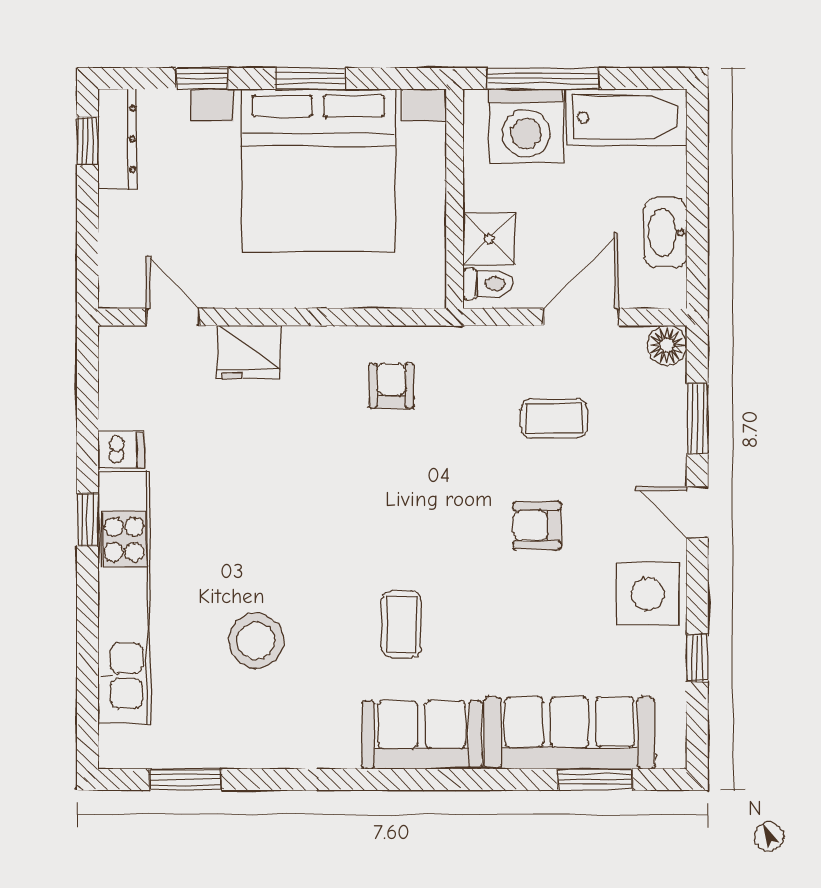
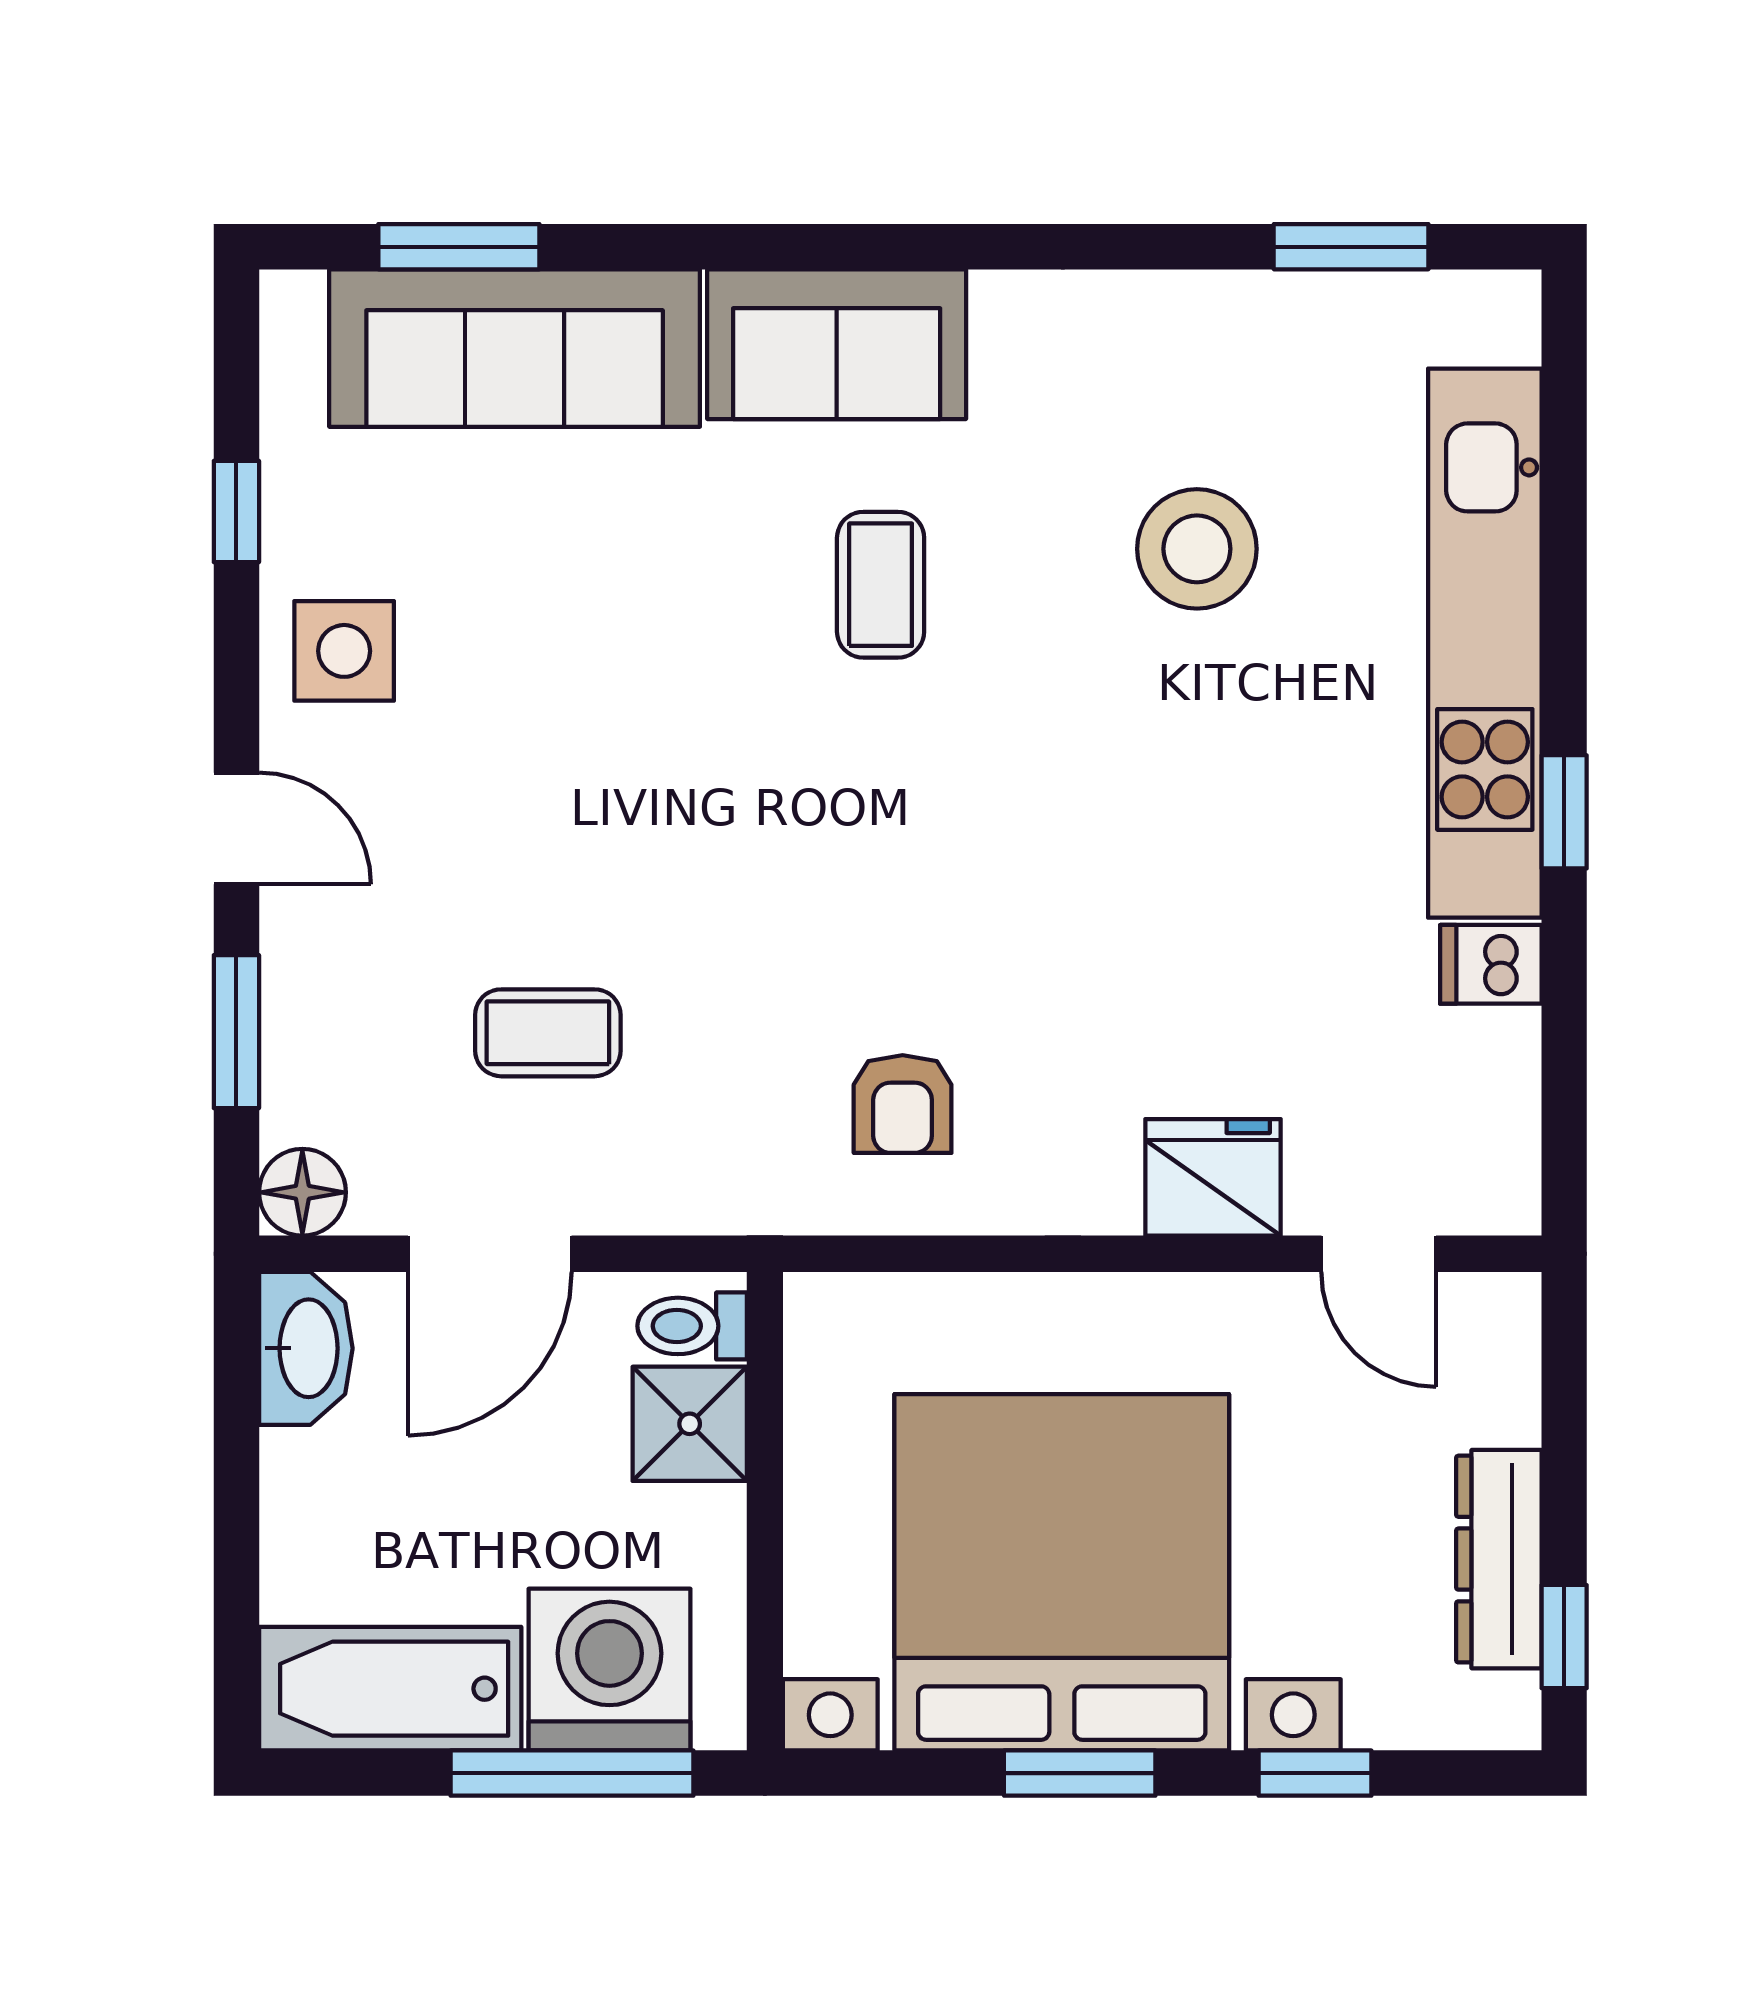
dresser: (117, 139) -> (1499, 1559), moved
washbasin: (665, 233) -> (306, 1348), moved
armchair: (537, 526) -> (585, 799), removed
side table: (648, 594) -> (344, 651), width x0.73, depth x0.73

